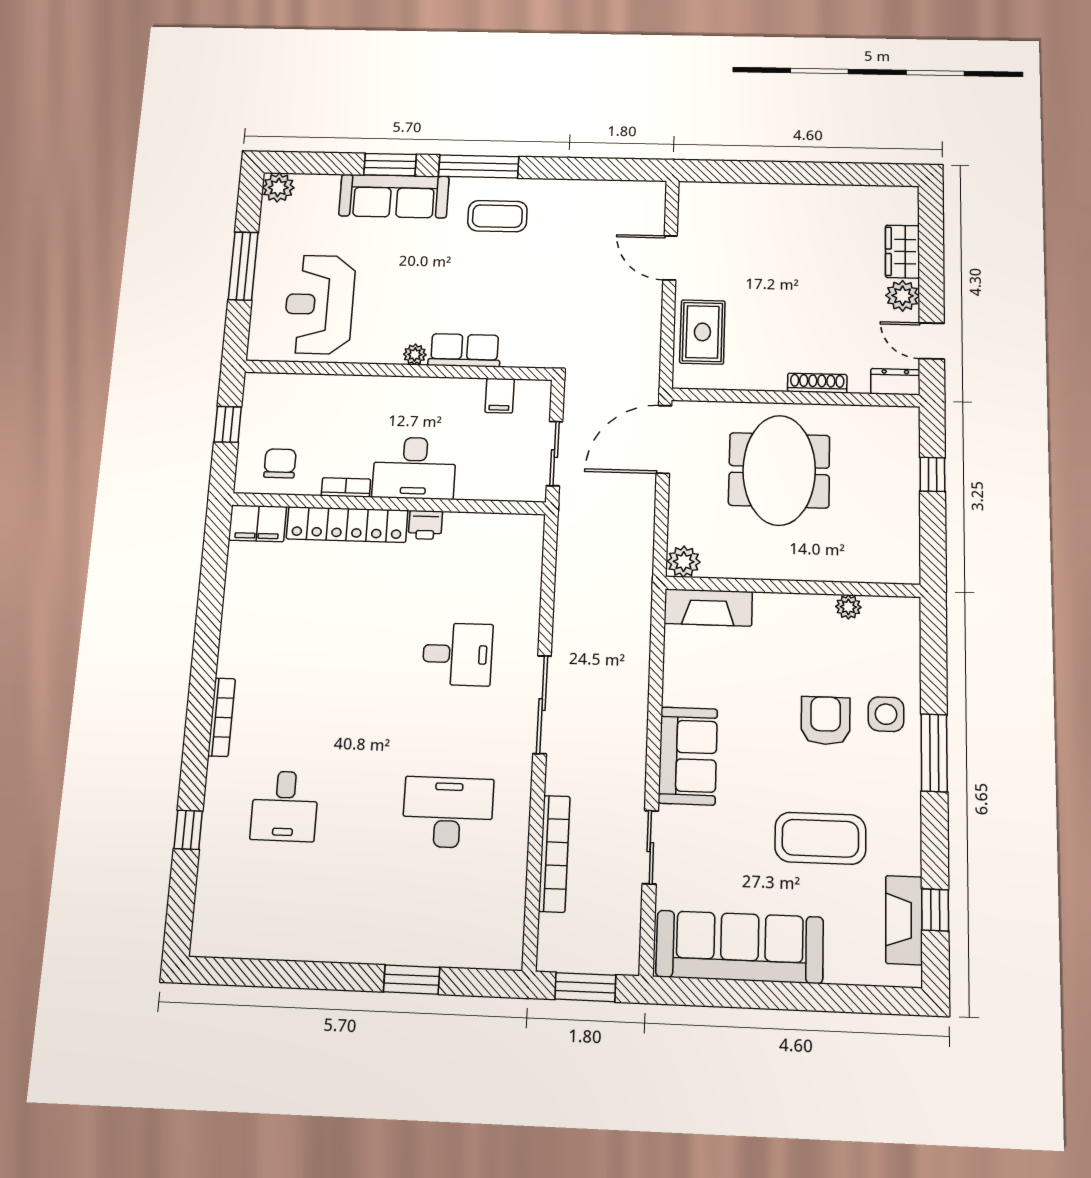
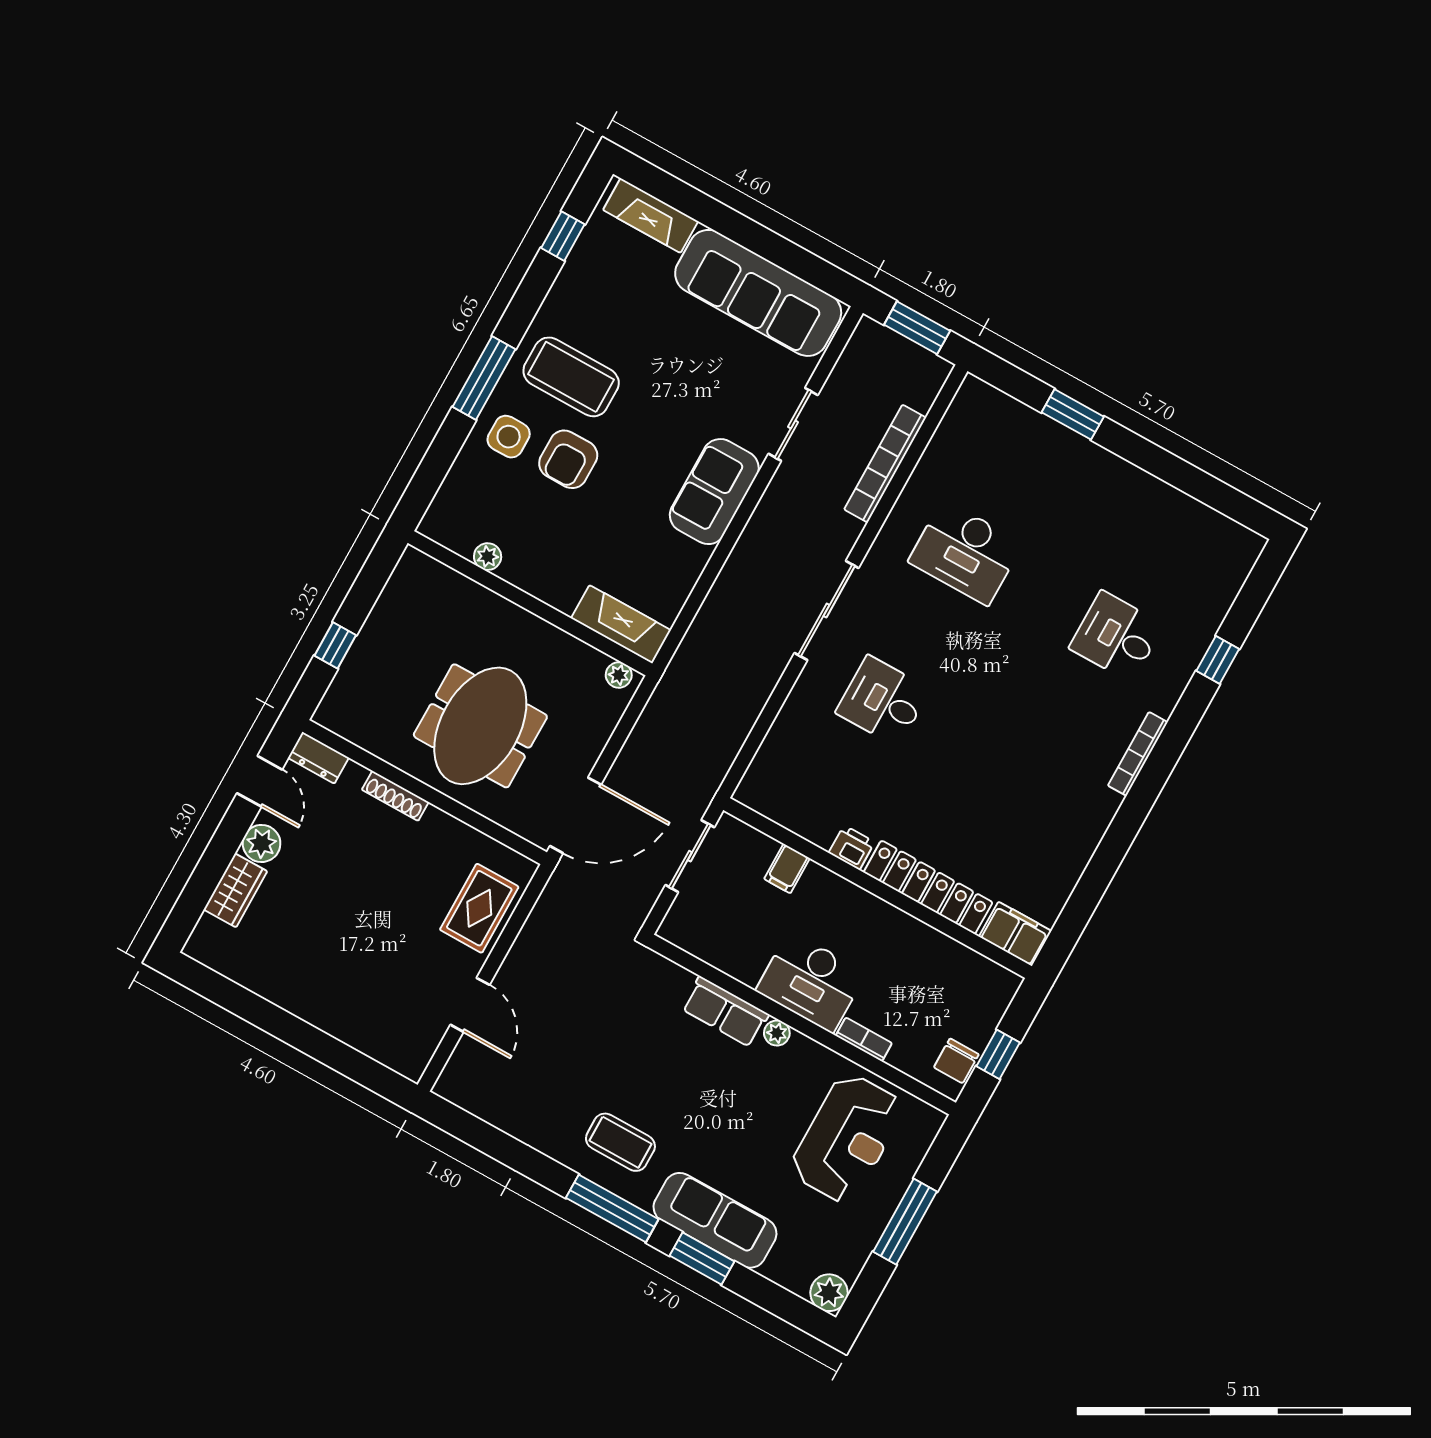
filing cabinet: (500, 396) -> (787, 869), moved, turned 180
chair: (280, 463) -> (956, 1061), moved
desk: (414, 468) -> (811, 982), moved, turned 180
bookcase: (346, 487) -> (864, 1039), moved, turned 180
plant: (684, 562) -> (619, 675), width x0.73, depth x0.73
desk: (285, 806) -> (1116, 636), turned -90
coffee table: (820, 838) -> (571, 377), moved
fireplace: (904, 920) -> (651, 216), moved, turned 90

